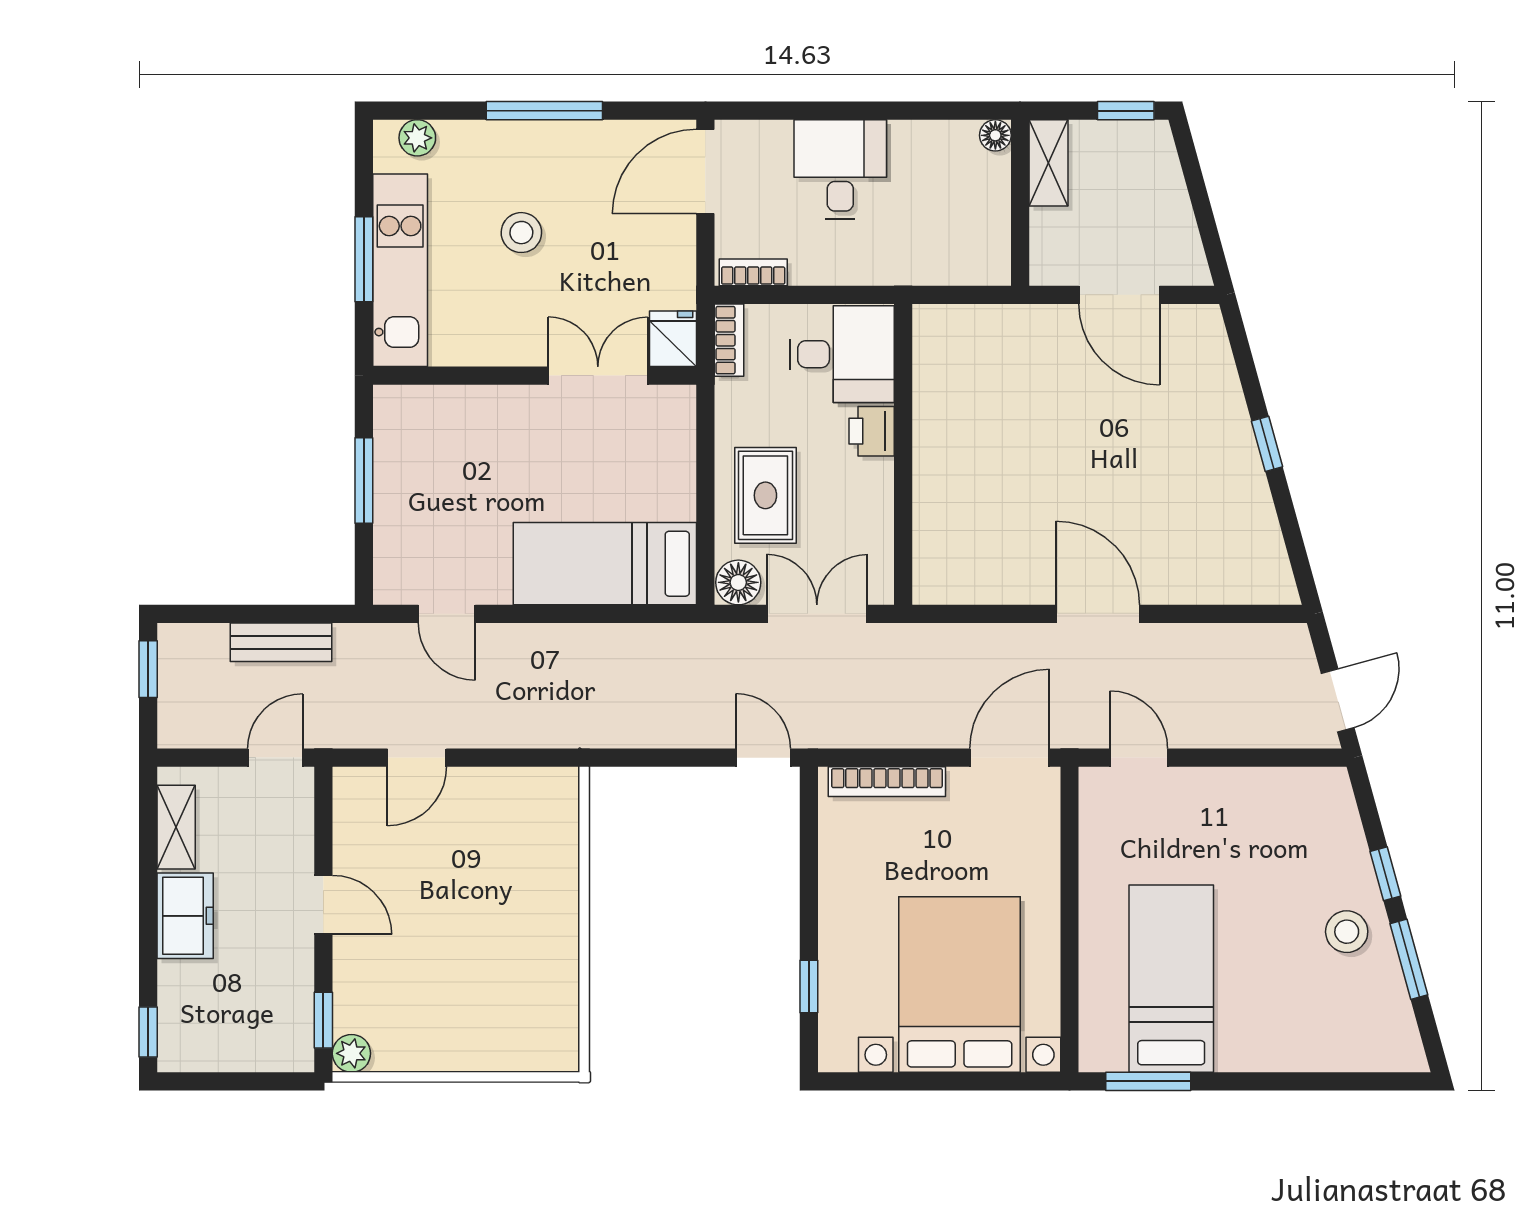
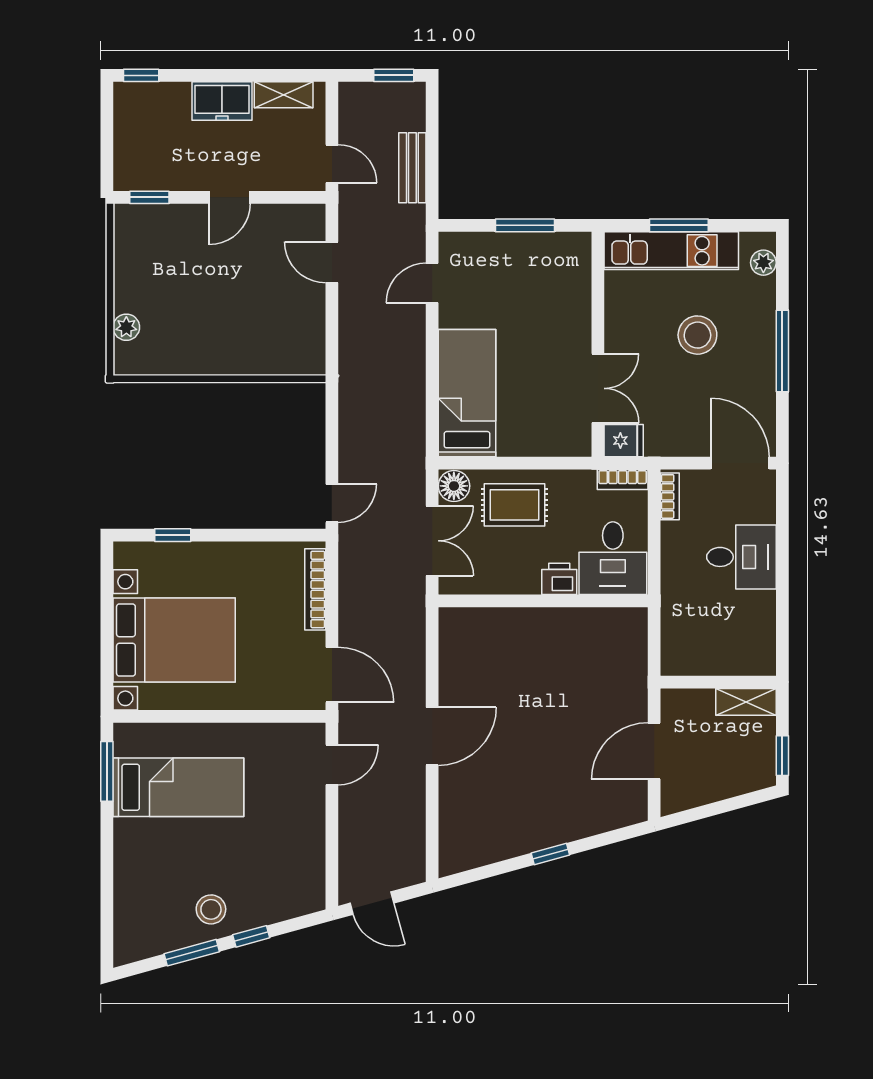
floor lamp: (995, 135) -> (765, 665), removed
stool: (521, 233) -> (697, 335), width x1.38, depth x1.38
plant: (351, 1053) -> (126, 327), moved

